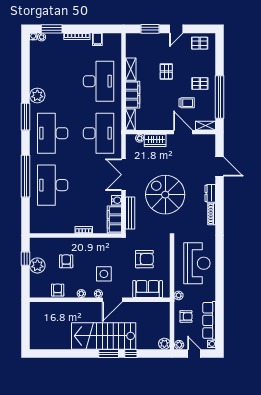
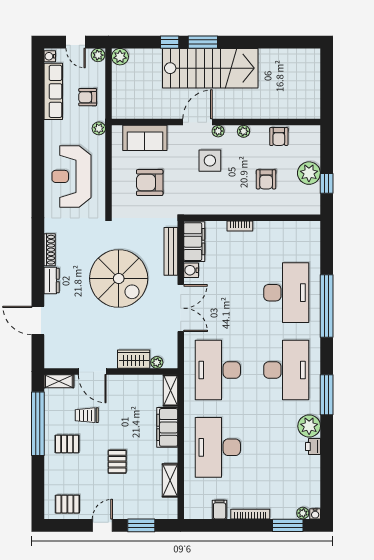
shelving: (131, 69) -> (170, 480), moved
printer: (35, 82) -> (313, 447), added

